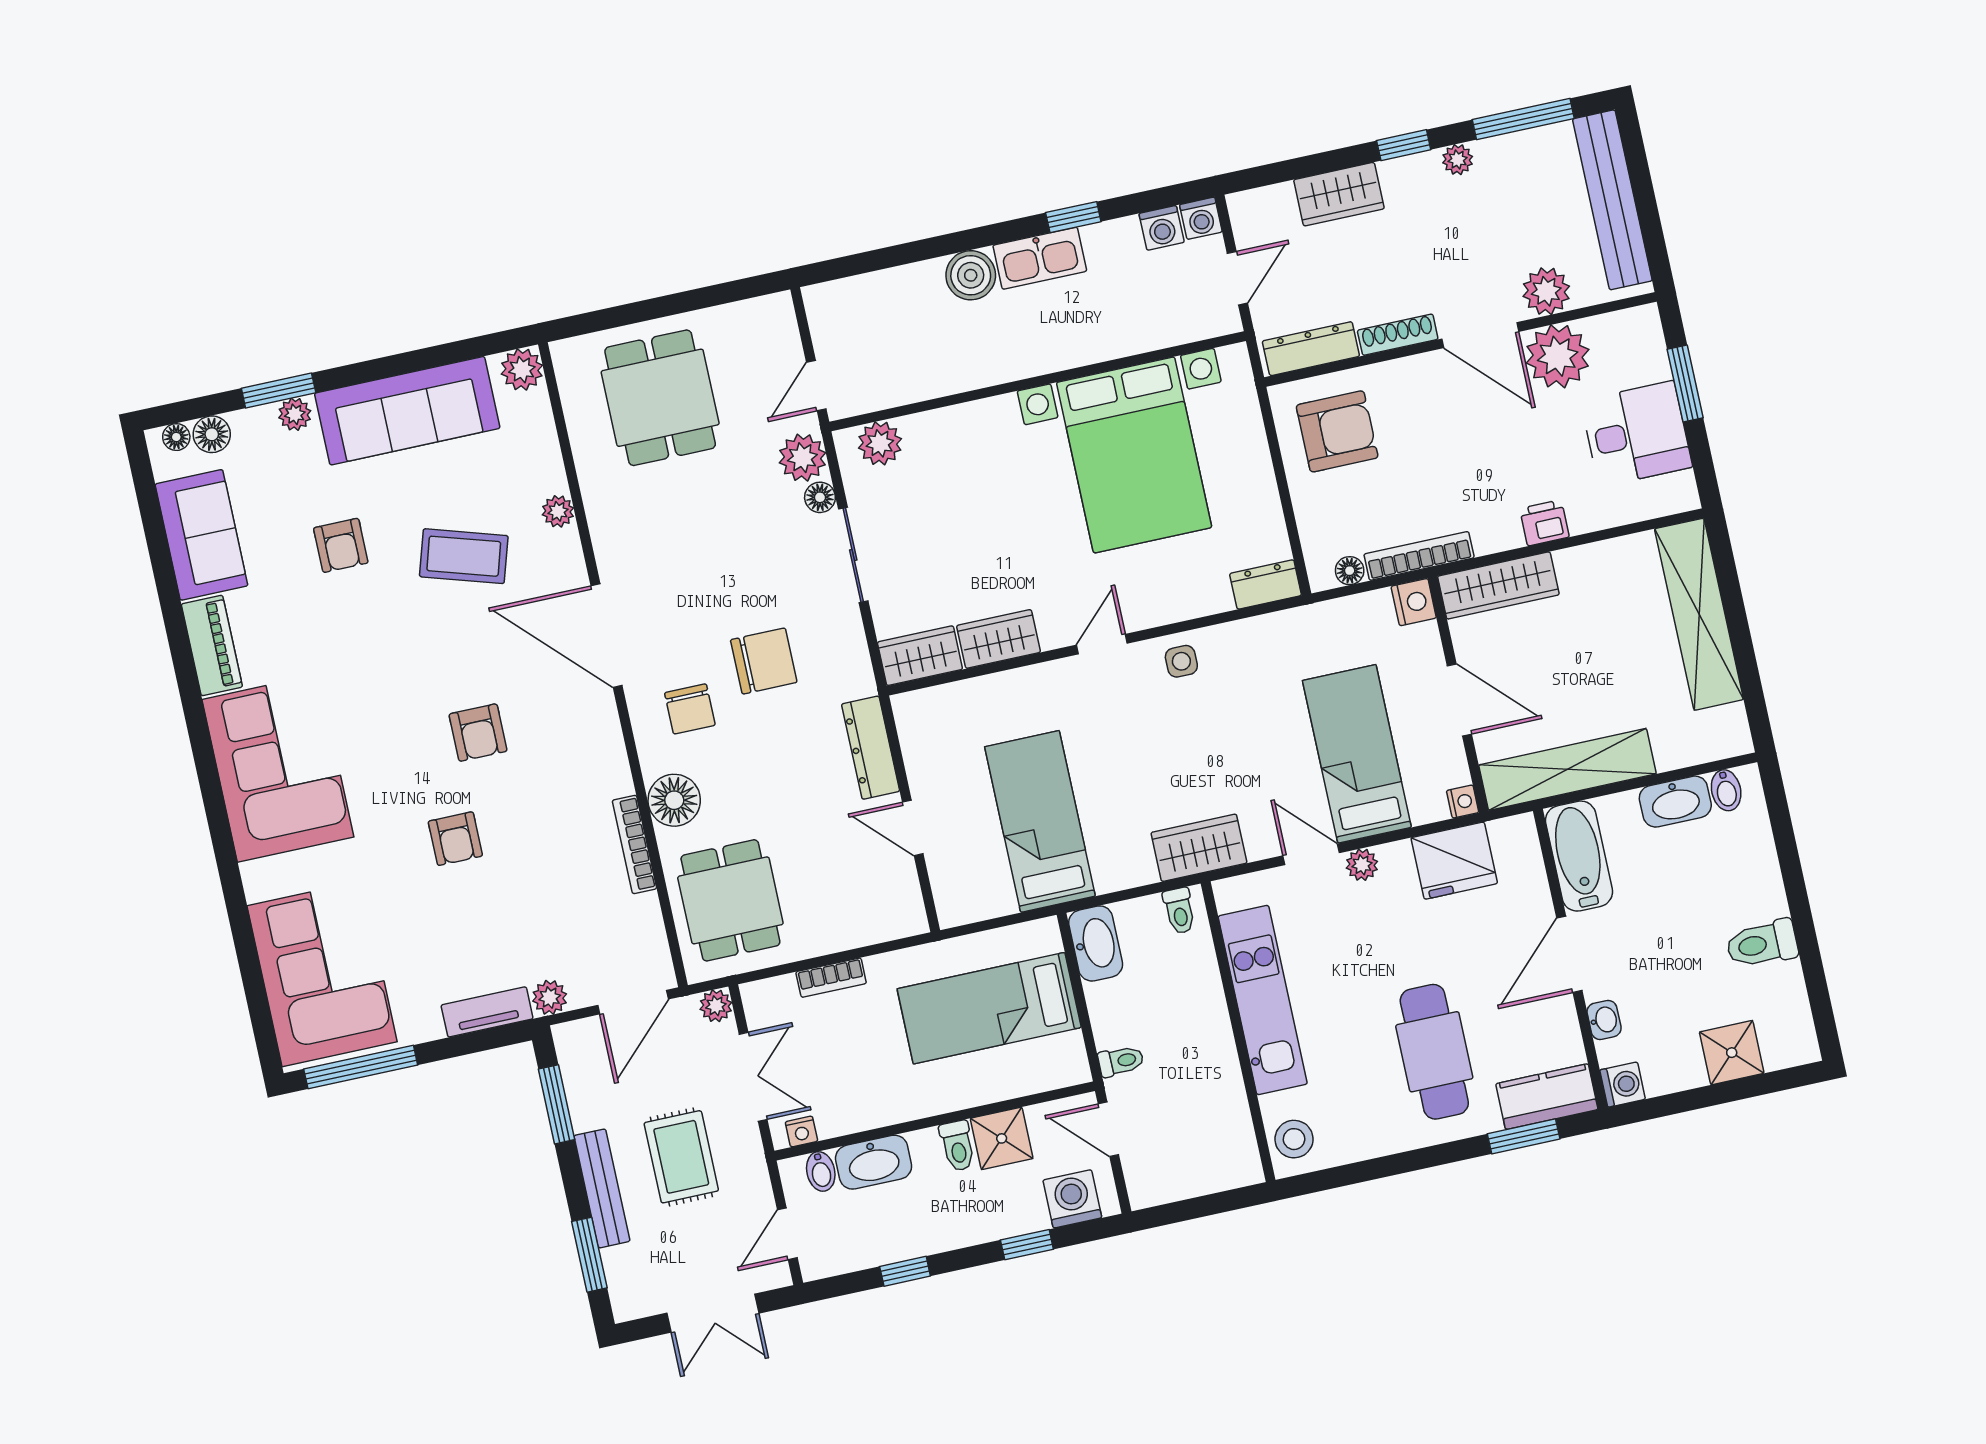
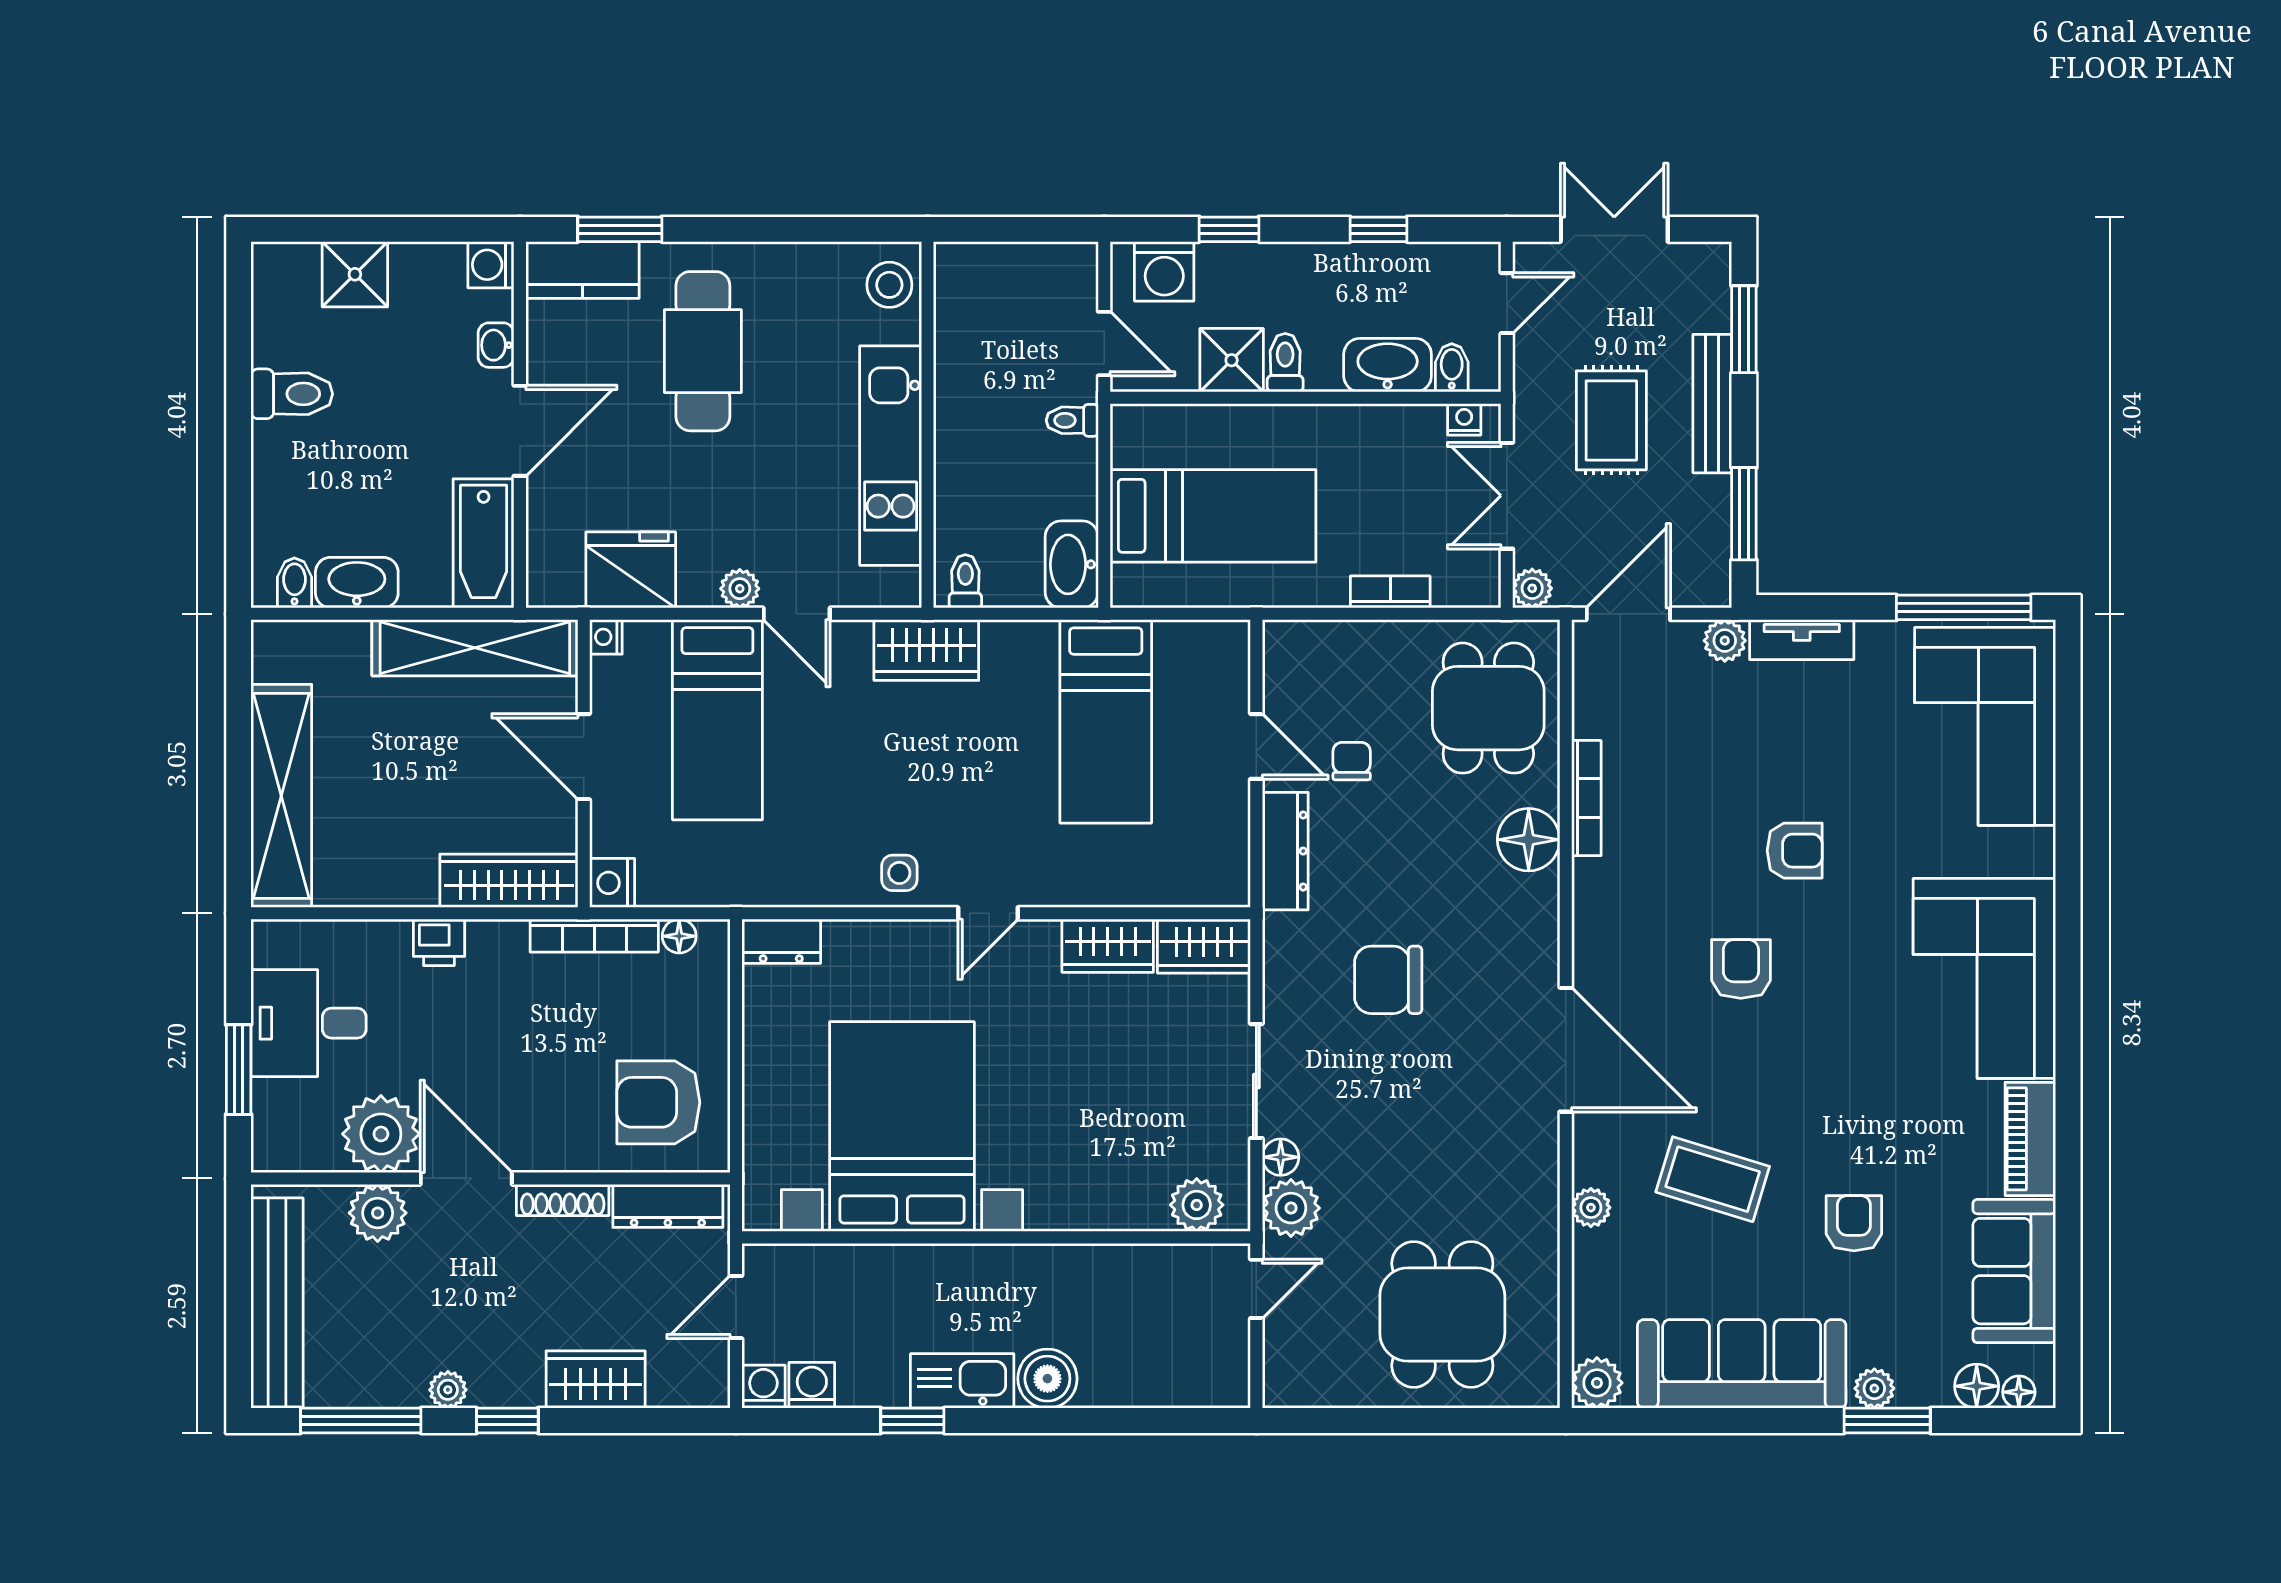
chair: (690, 709) -> (1352, 761), moved, width x0.73, depth x0.73
armchair: (455, 839) -> (1795, 851), turned 90

